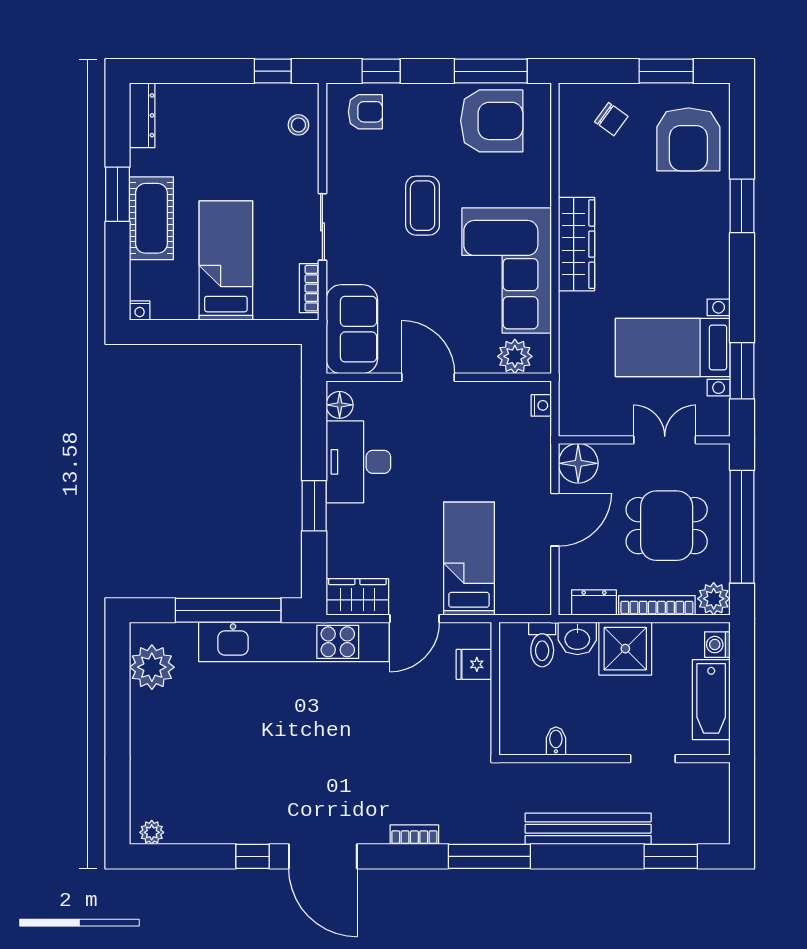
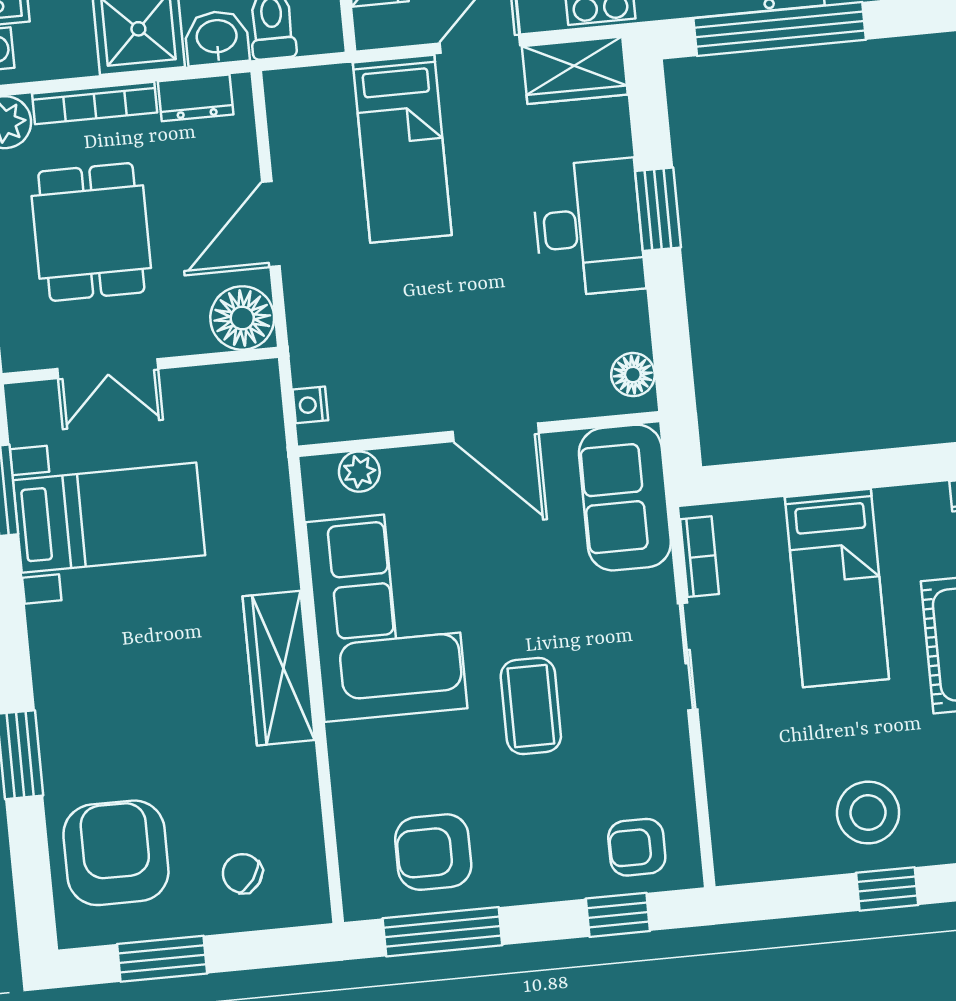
window: (273, 71) -> (887, 889), moved
armchair: (492, 121) -> (433, 852), width x0.73, depth x0.73
stool: (298, 125) -> (868, 813), moved, width x1.89, depth x1.89
plant: (515, 356) -> (359, 472), width x0.73, depth x0.73
desk: (358, 462) -> (588, 228), moved
dining table: (667, 526) -> (91, 232), turned 90

